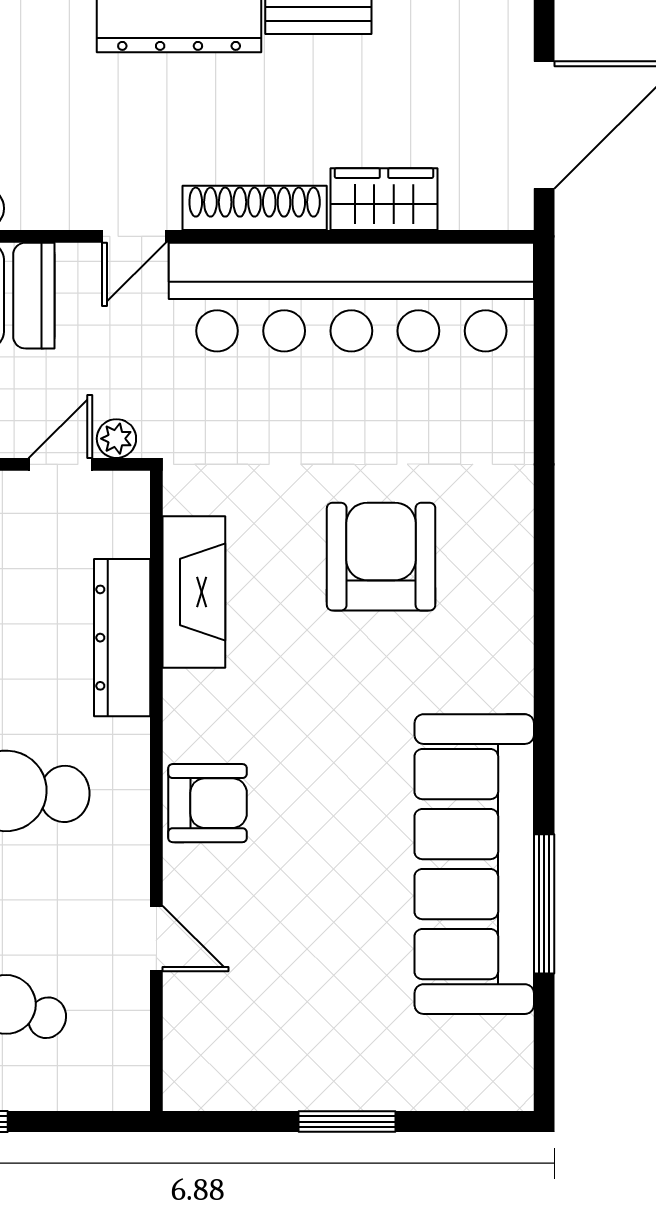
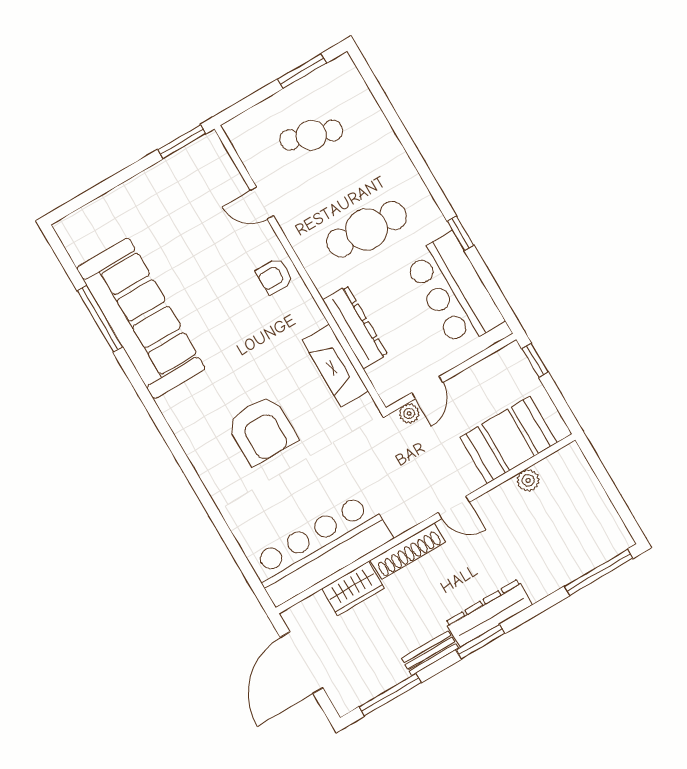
door: (134, 236) -> (454, 507), swing flipped
bar counter: (351, 297) -> (321, 549), width x0.73
armchair: (208, 803) -> (274, 276), width x0.72, depth x0.72
window: (347, 1122) -> (182, 142), moved

